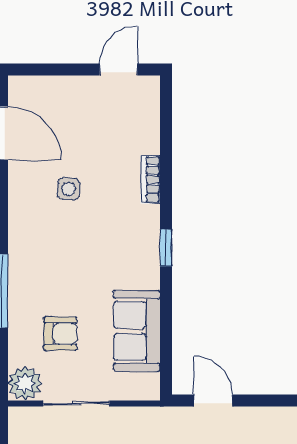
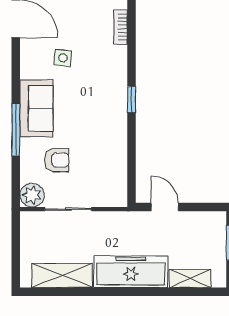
bookcase: (150, 179) -> (120, 27), moved
sofa: (137, 331) -> (36, 108), moved, turned 180

